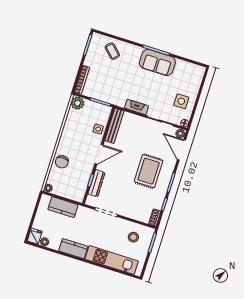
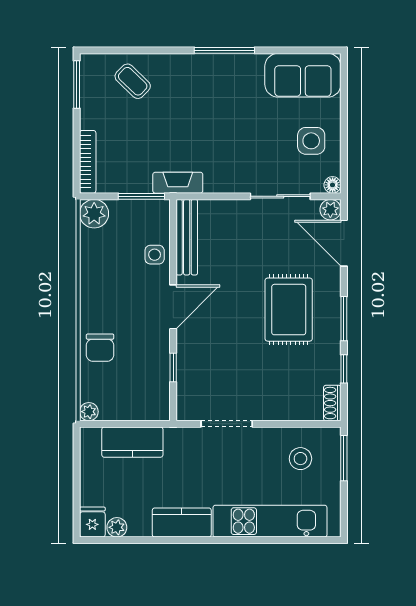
sofa: (157, 62) -> (303, 75), moved
fireplace: (136, 107) -> (178, 183), moved
dresser: (97, 183) -> (187, 370), removed

